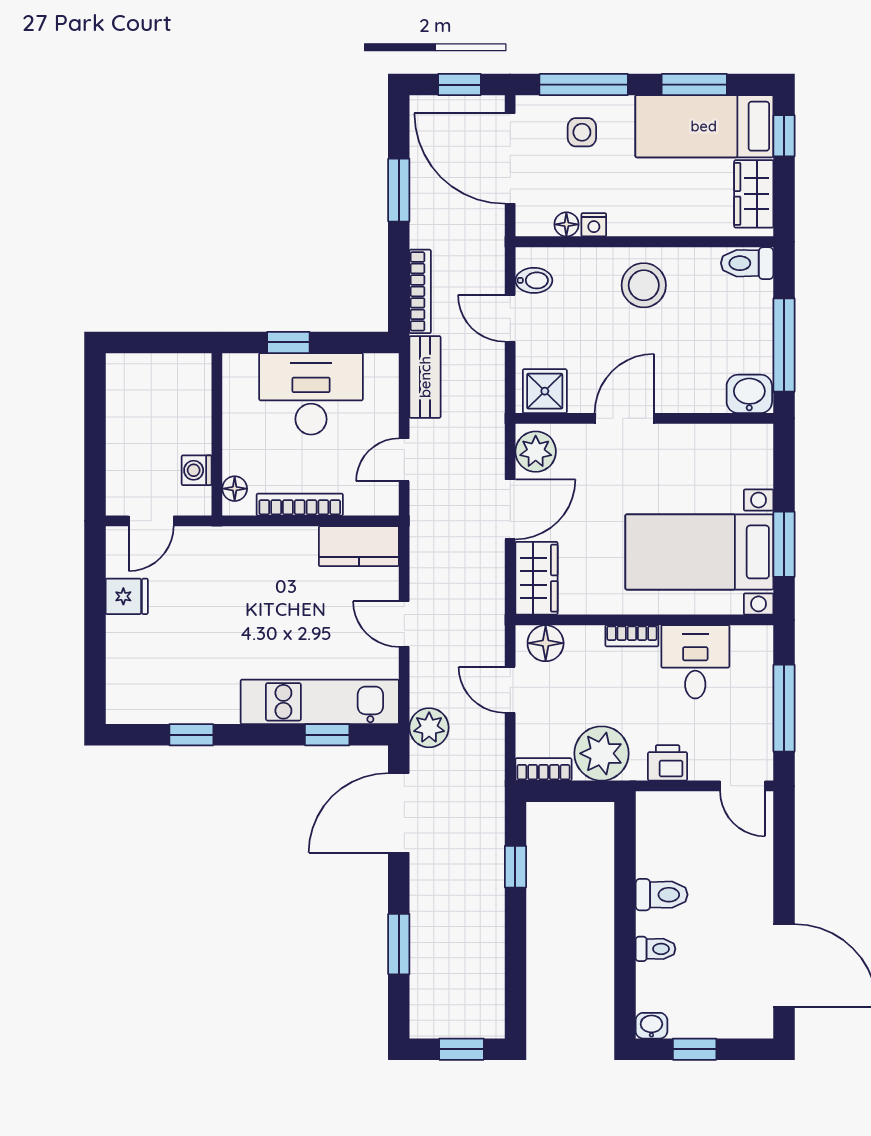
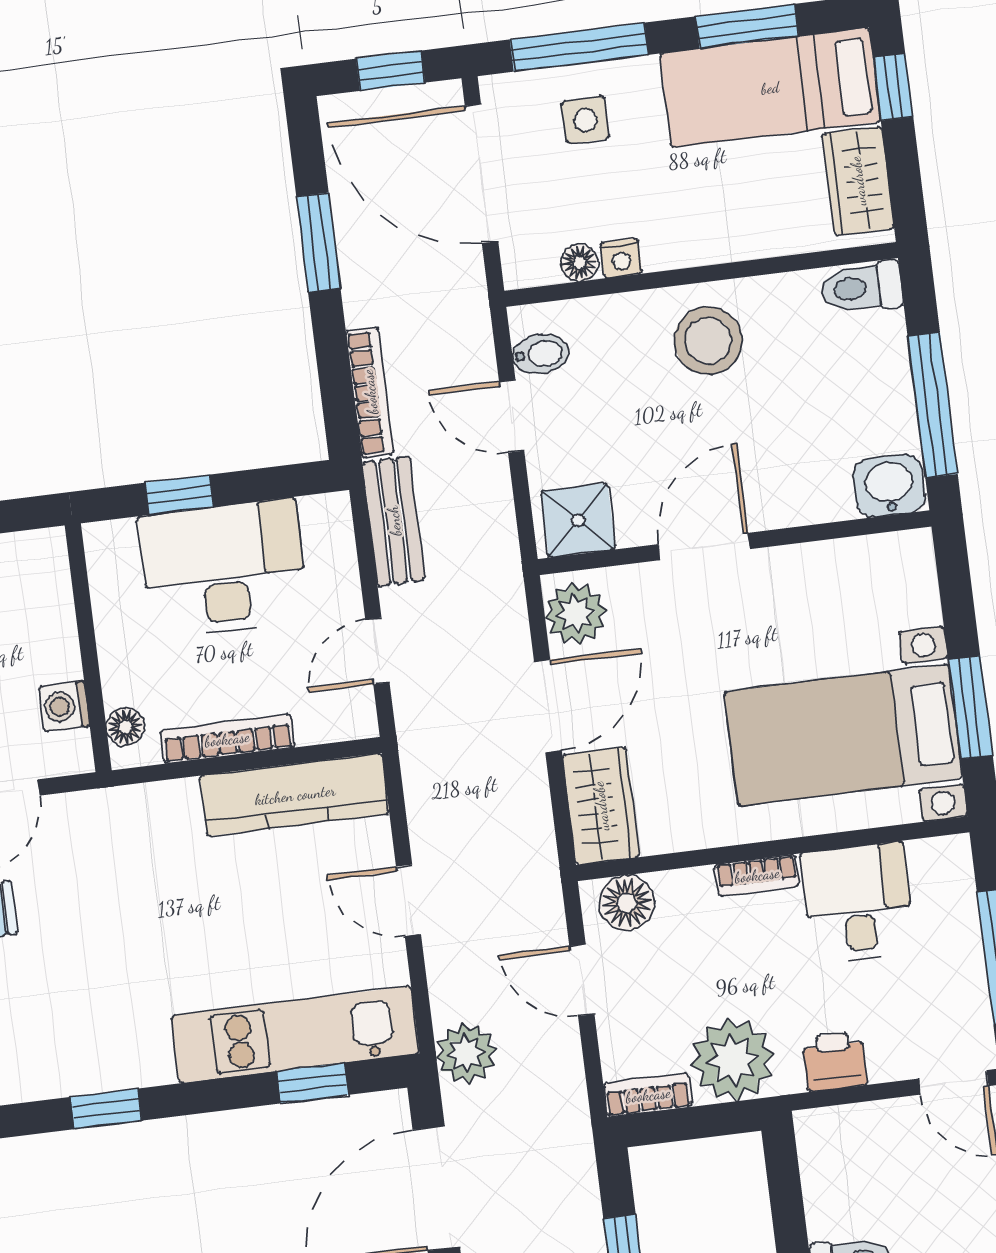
kitchen counter: (359, 546) -> (295, 795), width x1.50

